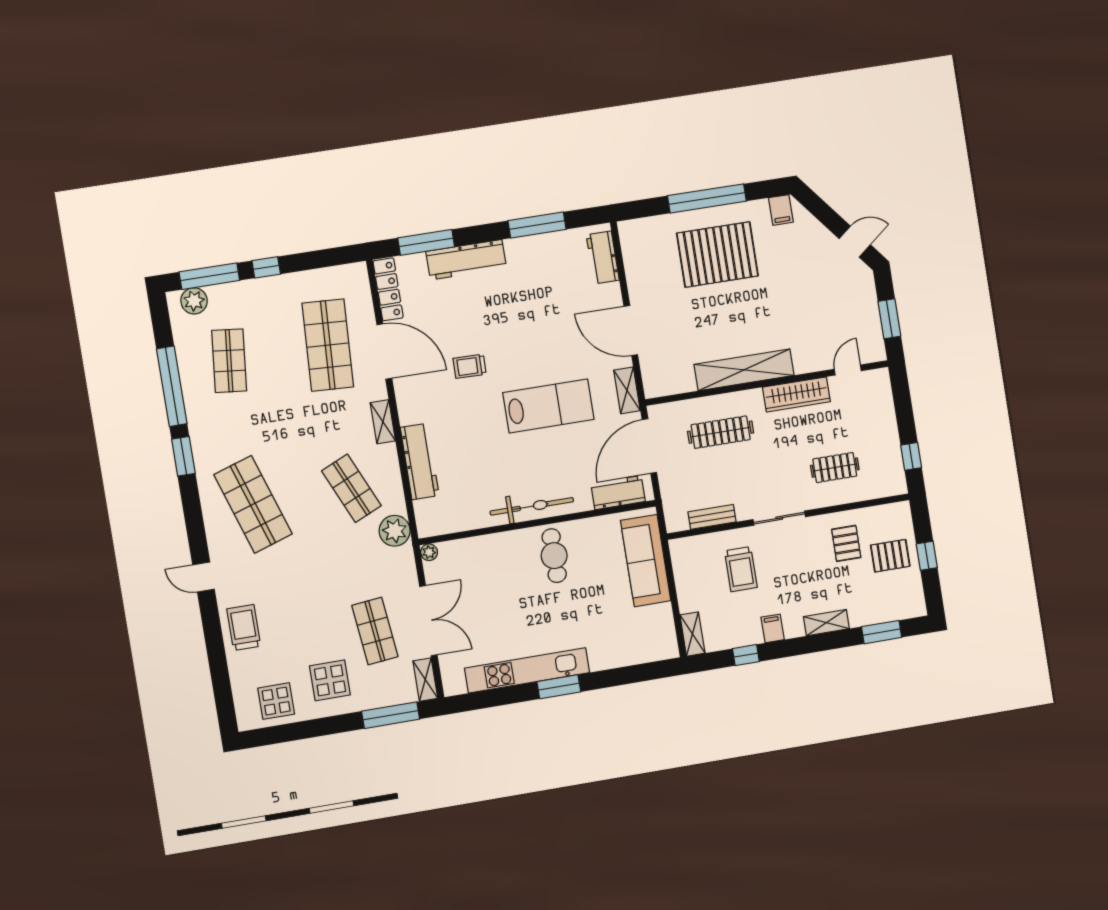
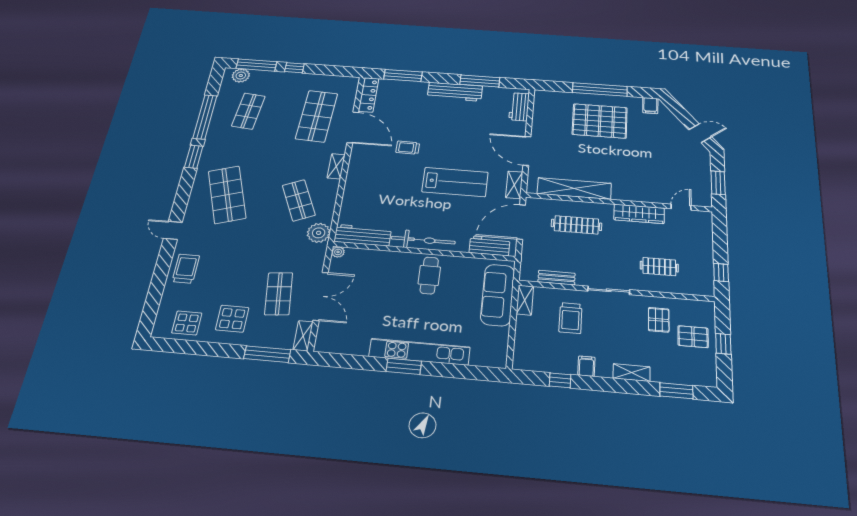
workbench: (466, 260) -> (455, 92), moved
shelving: (744, 370) -> (574, 189), moved
workbench: (420, 461) -> (363, 235), moved, turned -90
shelving: (692, 634) -> (525, 300), moved
kitchen unit: (527, 670) -> (419, 352), moved

